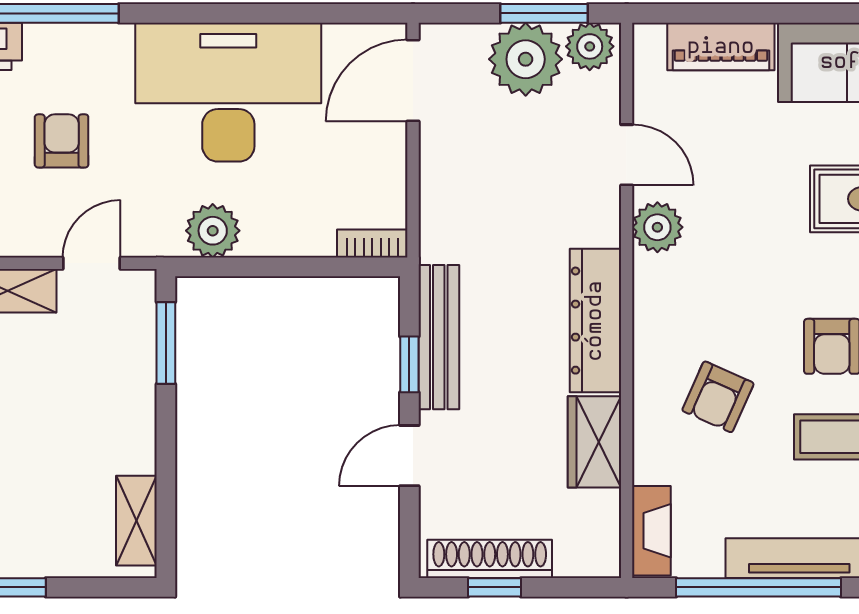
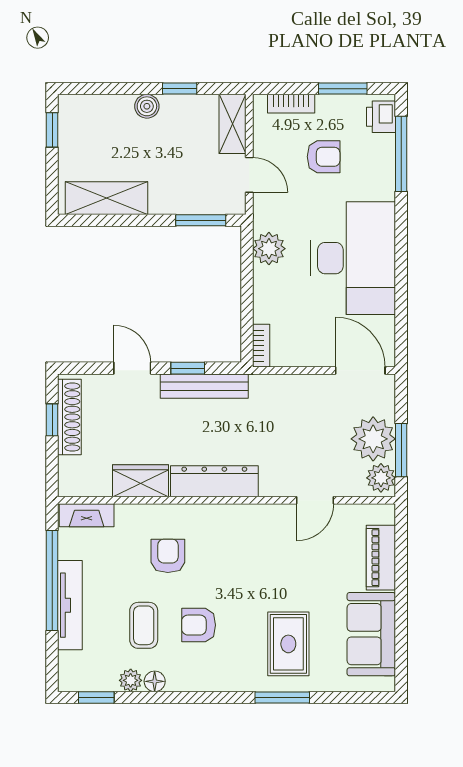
plant: (657, 227) -> (271, 519), removed
armchair: (718, 397) -> (168, 556), turned 66
shelving: (136, 521) -> (106, 198), width x1.50, depth x1.33

